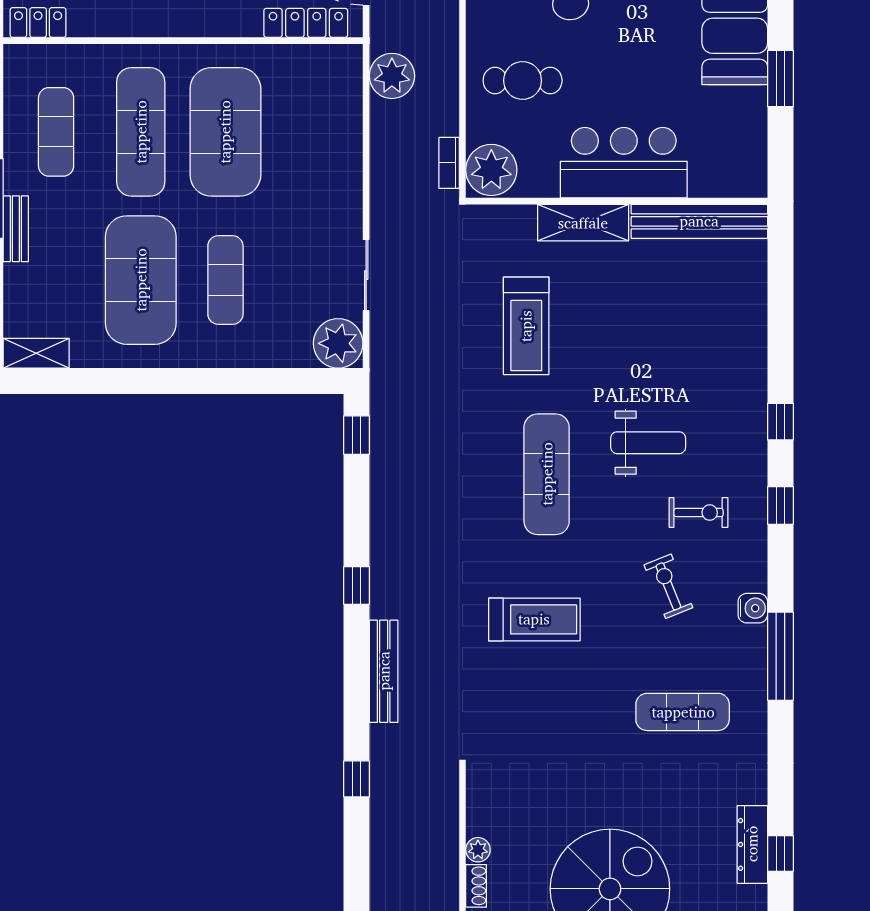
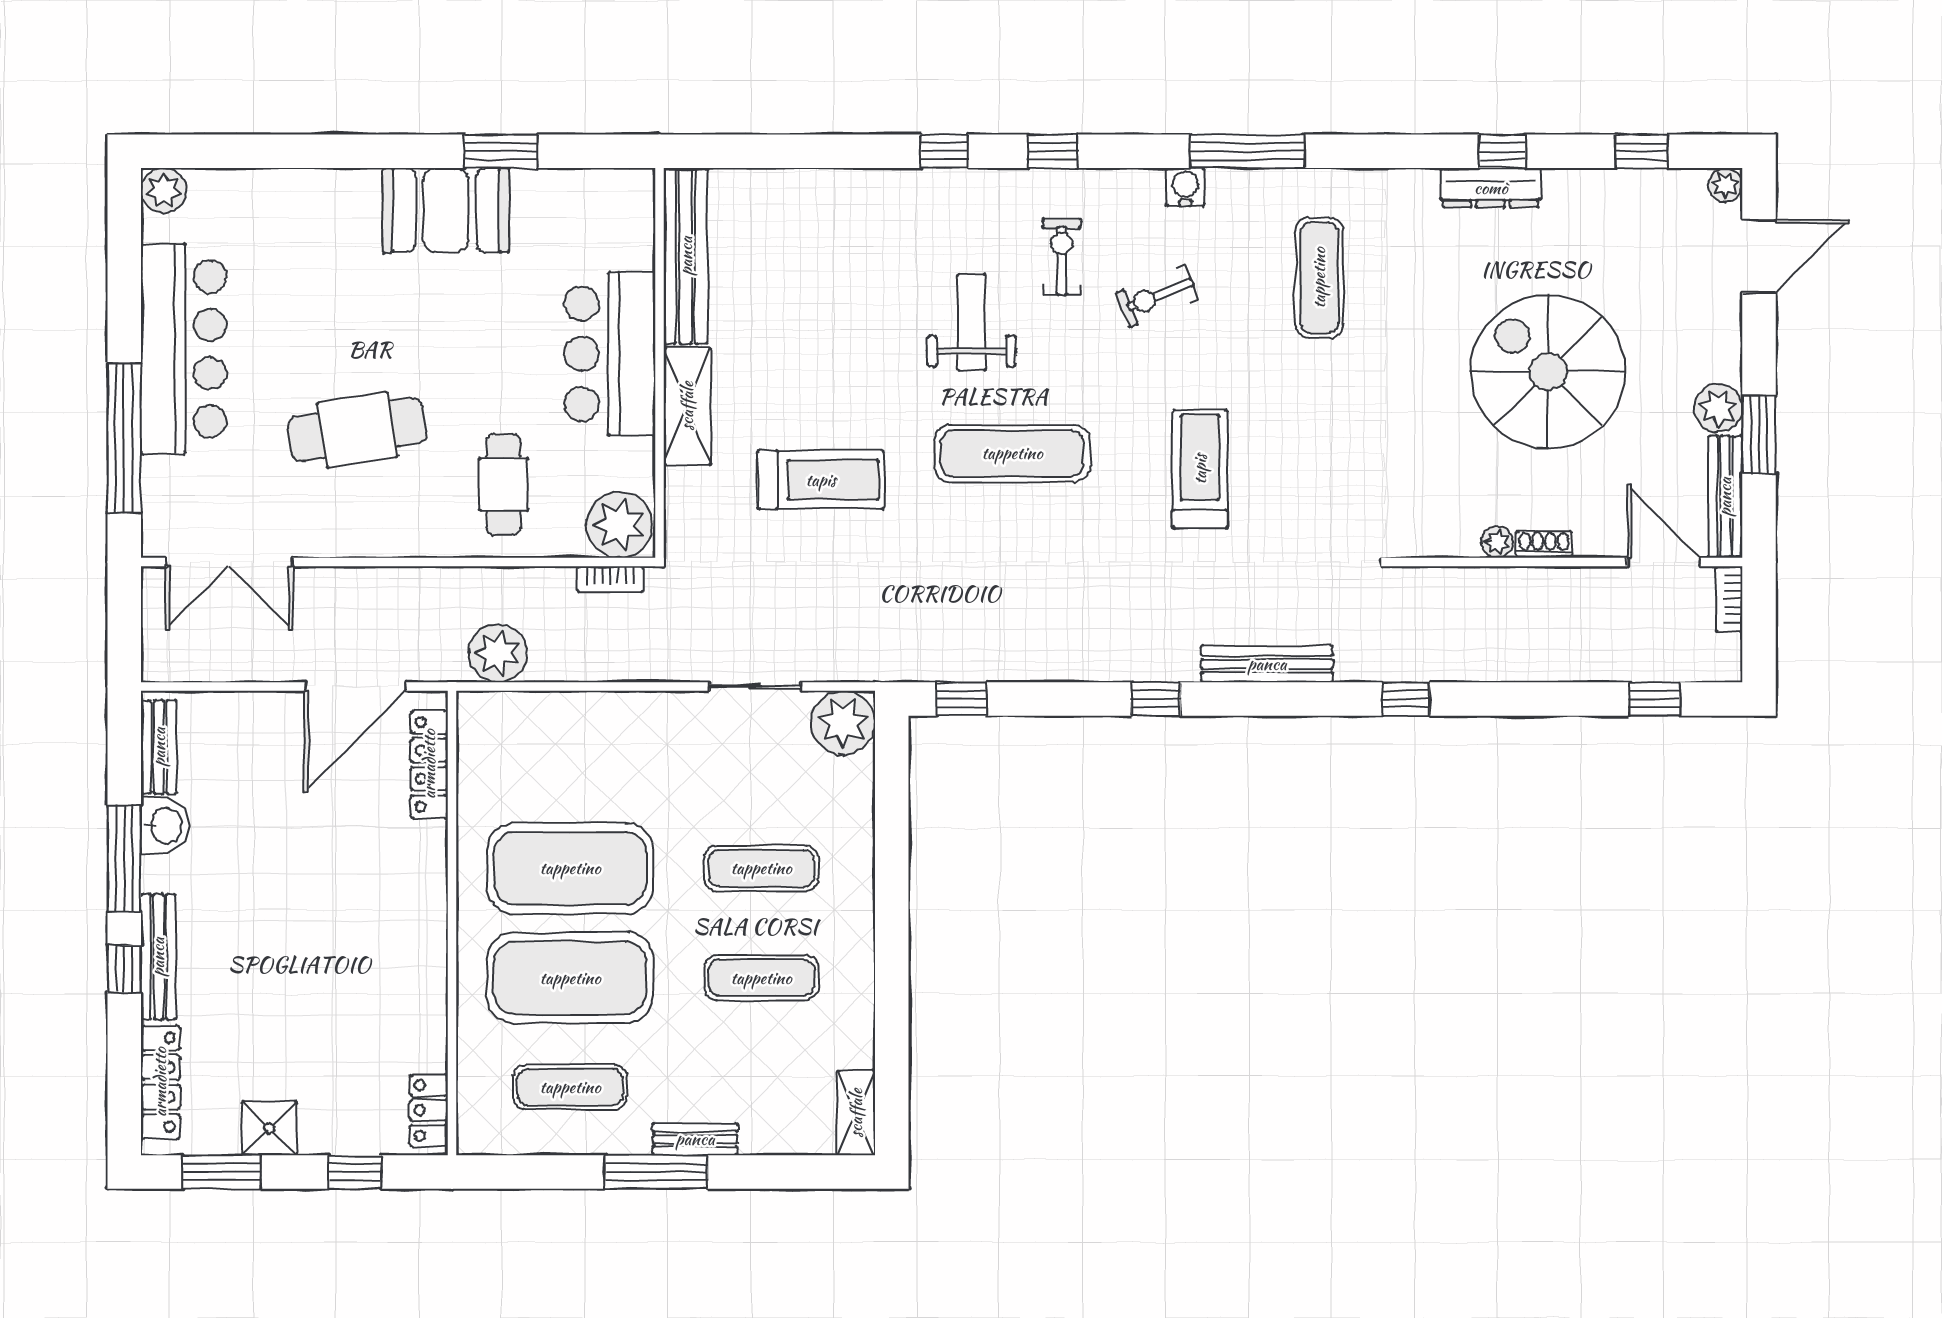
exercise mat: (141, 132) -> (570, 978), width x1.47
exercise mat: (141, 280) -> (761, 978), width x0.50, depth x0.69

